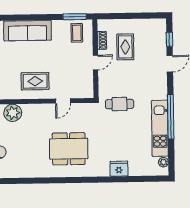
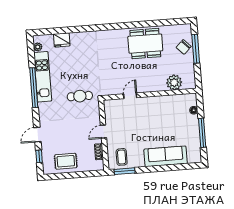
rug: (125, 47) -> (66, 161), moved, turned 90
rug: (35, 81) -> (156, 112), removed
dining table: (69, 149) -> (145, 44), moved
fridge: (119, 169) -> (62, 40), moved

